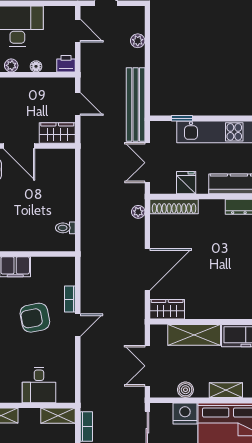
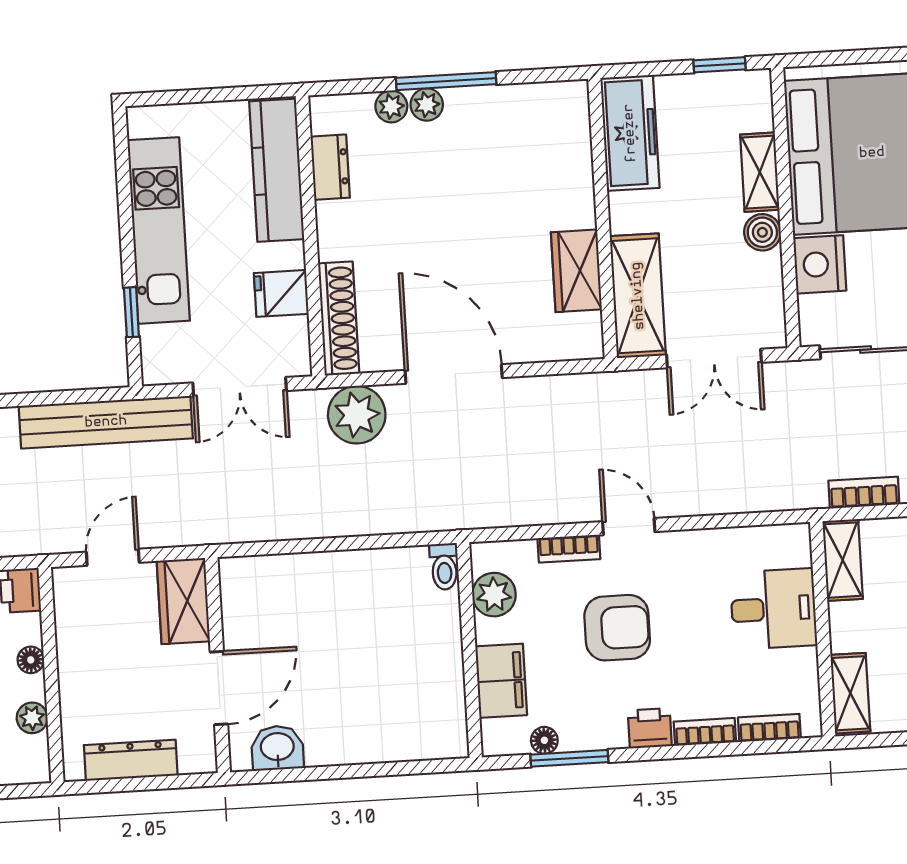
plant: (138, 212) -> (357, 415), width x1.88, depth x1.88
toilet: (65, 228) -> (444, 567), moved
plant: (52, 266) -> (494, 595), added
door: (147, 270) -> (454, 374), moved
wardrobe: (167, 309) -> (576, 271), moved
armchair: (35, 318) -> (617, 628), turned -79
shelving: (194, 335) -> (638, 296), moved
boiler: (185, 390) -> (762, 232), moved

